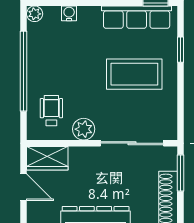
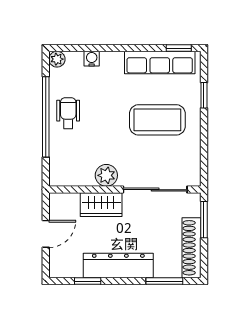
wheelchair: (51, 111) -> (68, 113), moved
wardrobe: (47, 158) -> (101, 205), moved
door: (24, 187) -> (46, 234), hinge flipped

